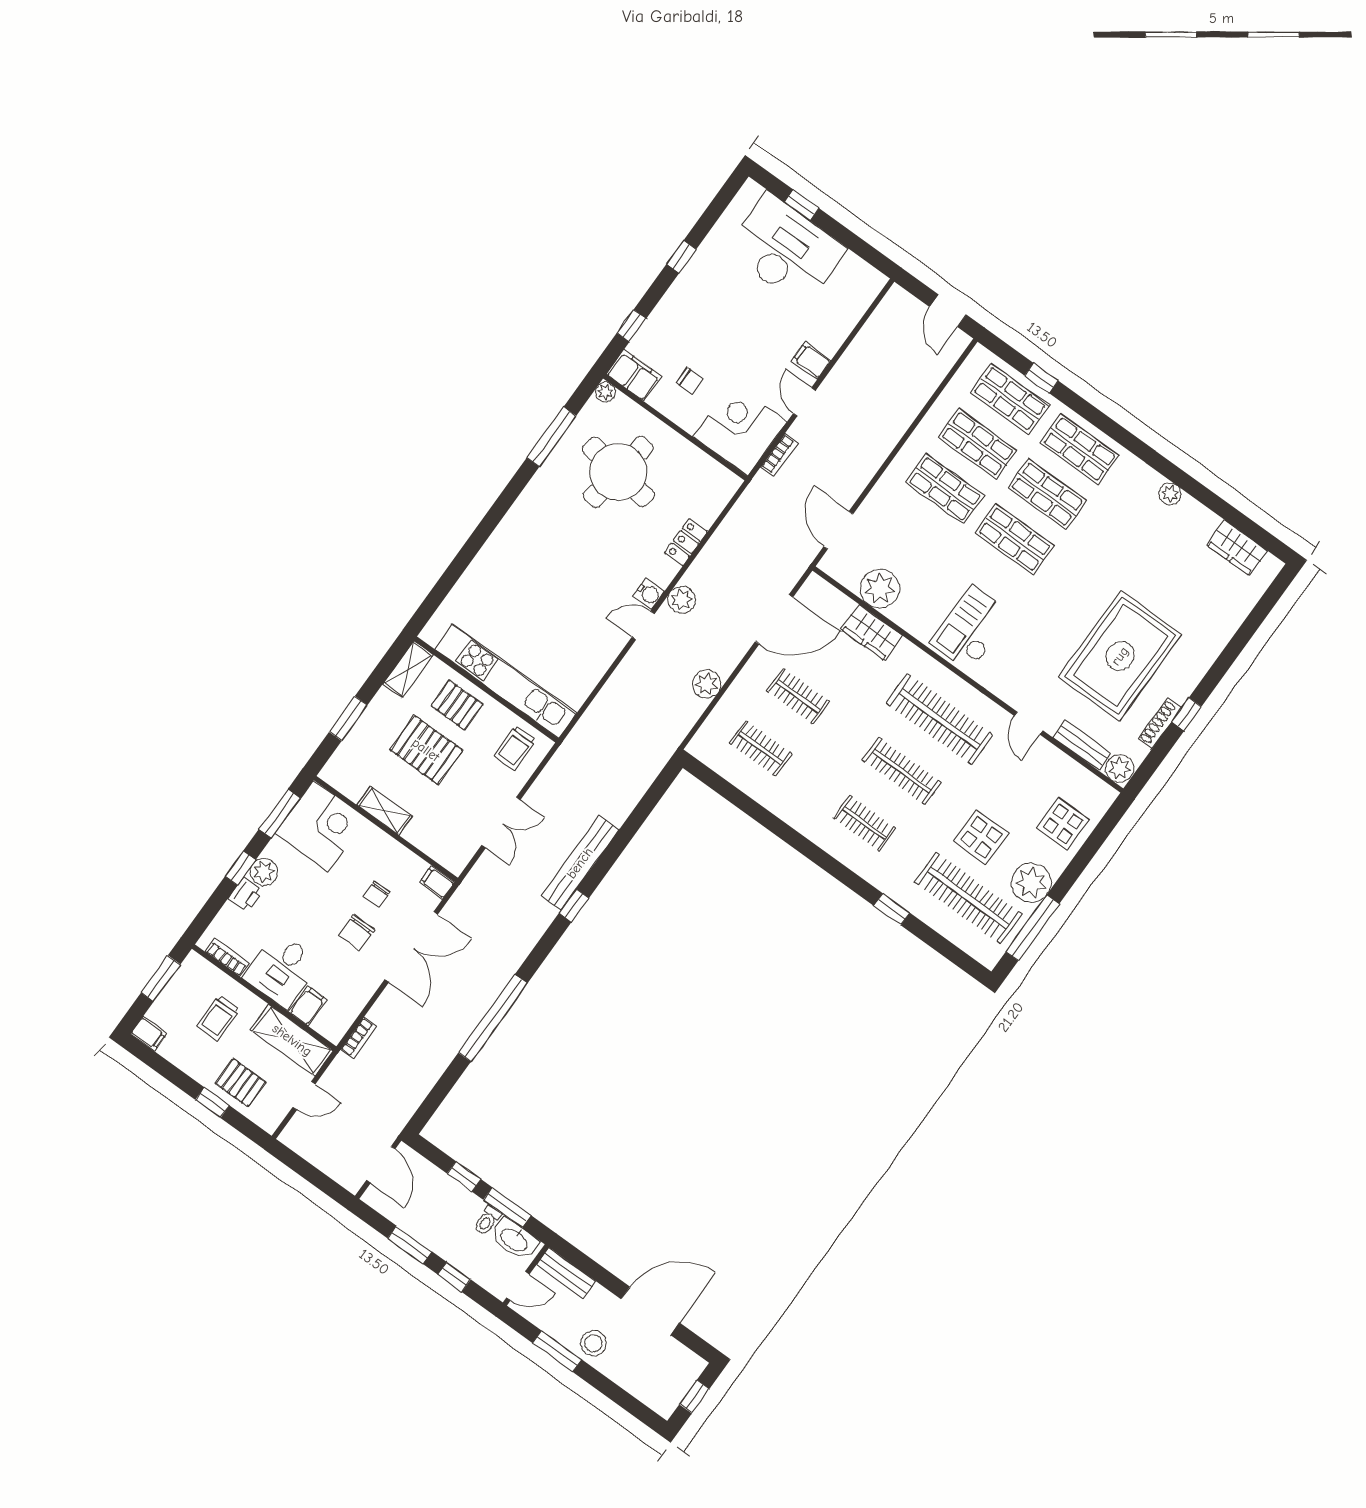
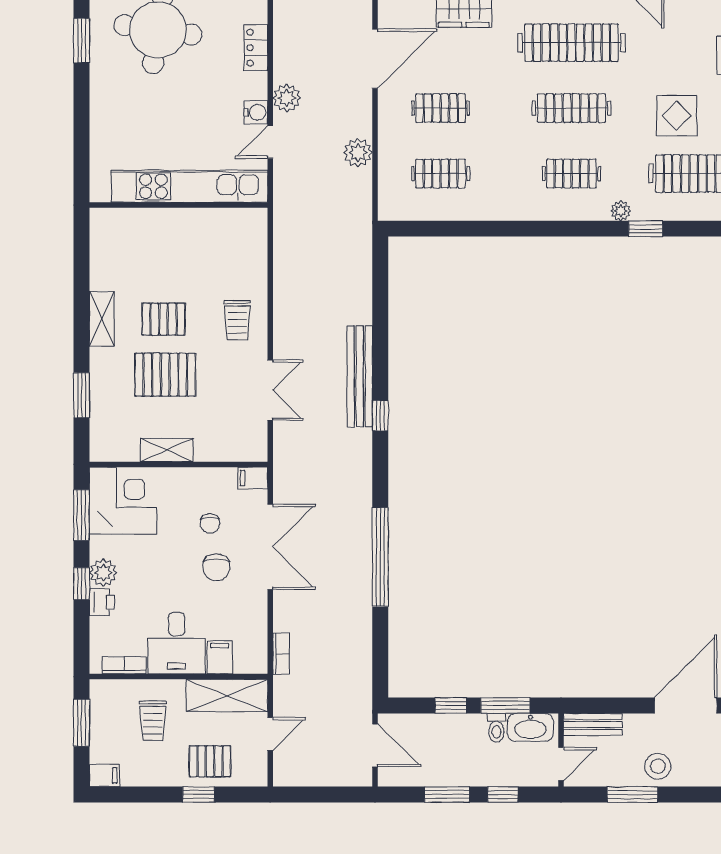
window: (551, 437) -> (82, 41), width x0.69
kitchen unit: (506, 681) -> (189, 186), moved
wall: (486, 690) -> (179, 205), moved
plant: (882, 881) -> (621, 211), added

